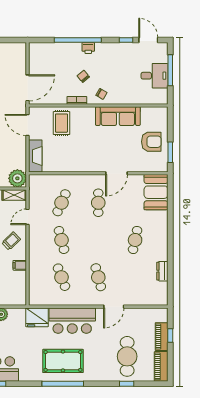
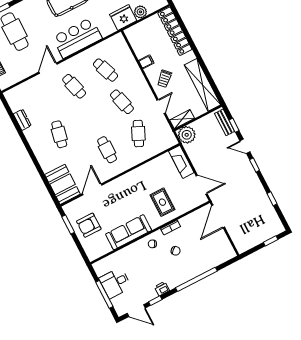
printer: (88, 48) -> (162, 289), moved
rug: (61, 123) -> (162, 202), moved
door: (117, 173) -> (92, 189), moved
fridge: (37, 317) -> (123, 18), moved

